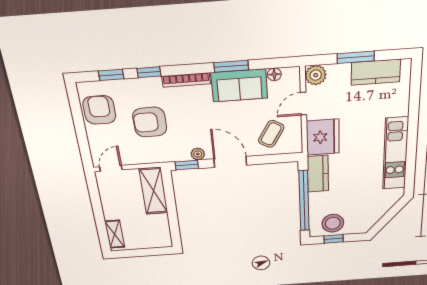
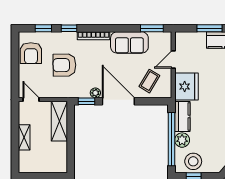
window: (231, 66) -> (152, 28), moved
floor lamp: (274, 74) -> (154, 36), removed
plant: (316, 75) -> (182, 140), moved
armchair: (99, 110) -> (31, 53), turned 180
door: (230, 162) -> (118, 101), width x1.36
door: (111, 168) -> (31, 100), hinge flipped
shelving: (115, 234) -> (24, 137), moved

